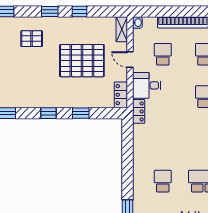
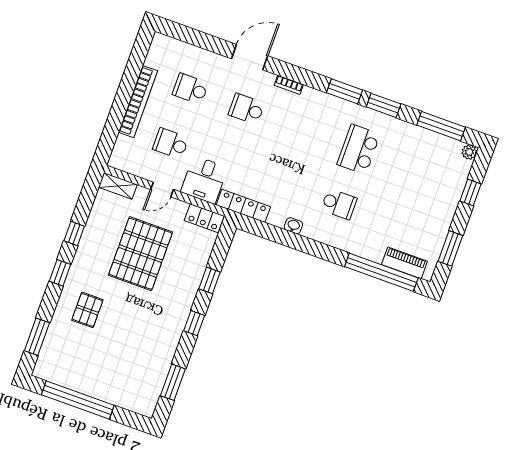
washbasin: (137, 23) -> (293, 226), moved
locker: (139, 111) -> (243, 206), width x1.53
school desk: (163, 181) -> (339, 204), turned 180

